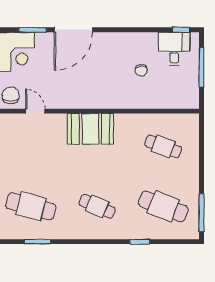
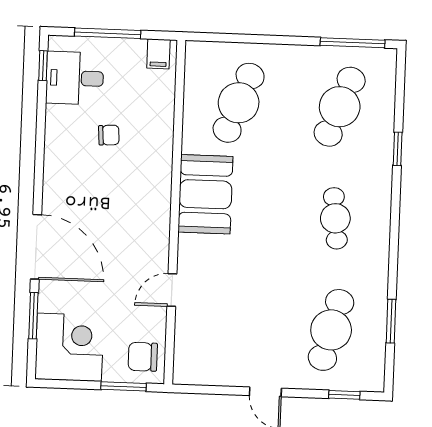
filing cabinet: (190, 98) -> (158, 54), added
door: (35, 111) -> (172, 290), moved
booth: (90, 129) -> (205, 194), moved
cafe table: (163, 146) -> (239, 103), width x1.37, depth x1.35
cafe table: (97, 206) -> (335, 218), turned -30

